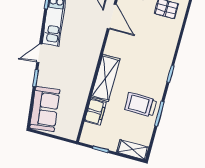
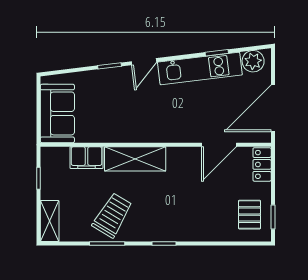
door: (39, 53) -> (144, 62), swing flipped
trolley: (141, 105) -> (112, 215), turned 31
sofa: (45, 109) -> (57, 113), moved, turned -83

